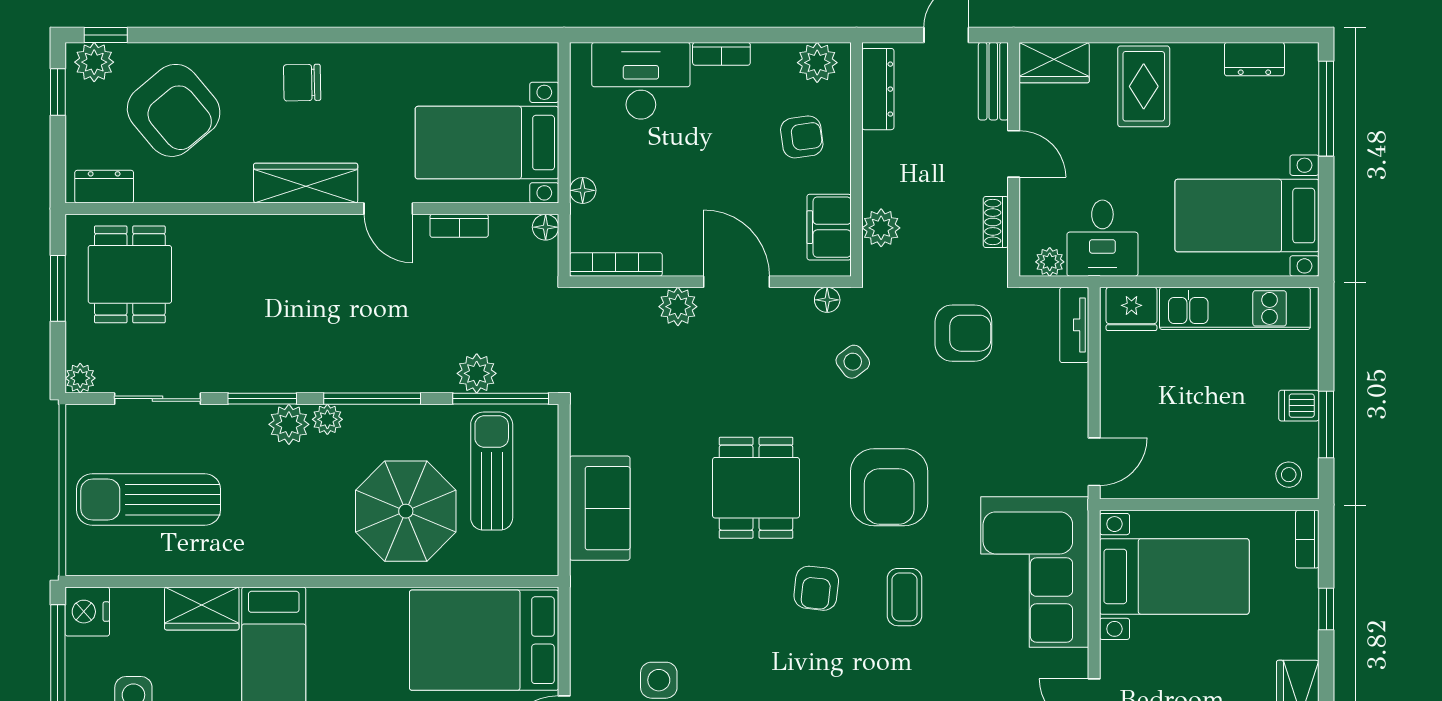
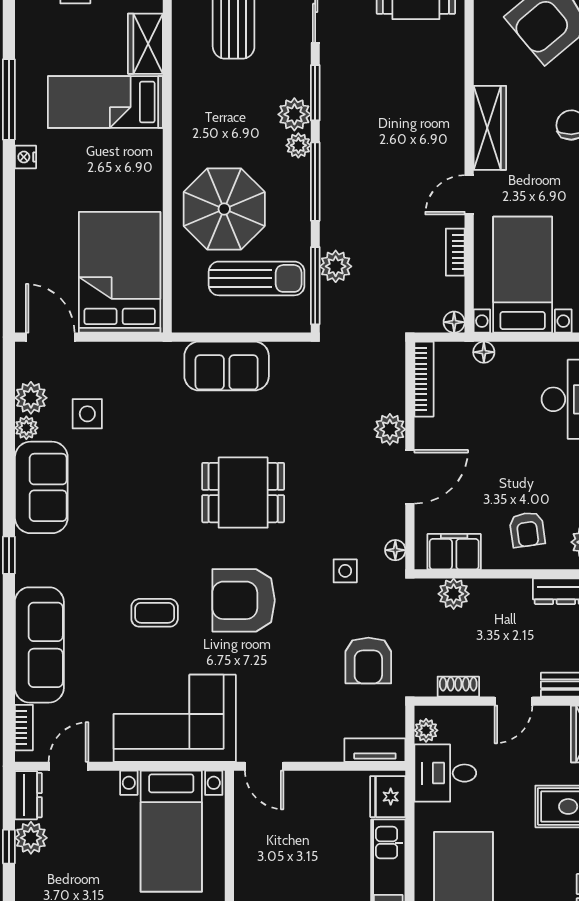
side table: (853, 362) -> (345, 571), turned 37
armchair: (816, 588) -> (162, 541), removed

